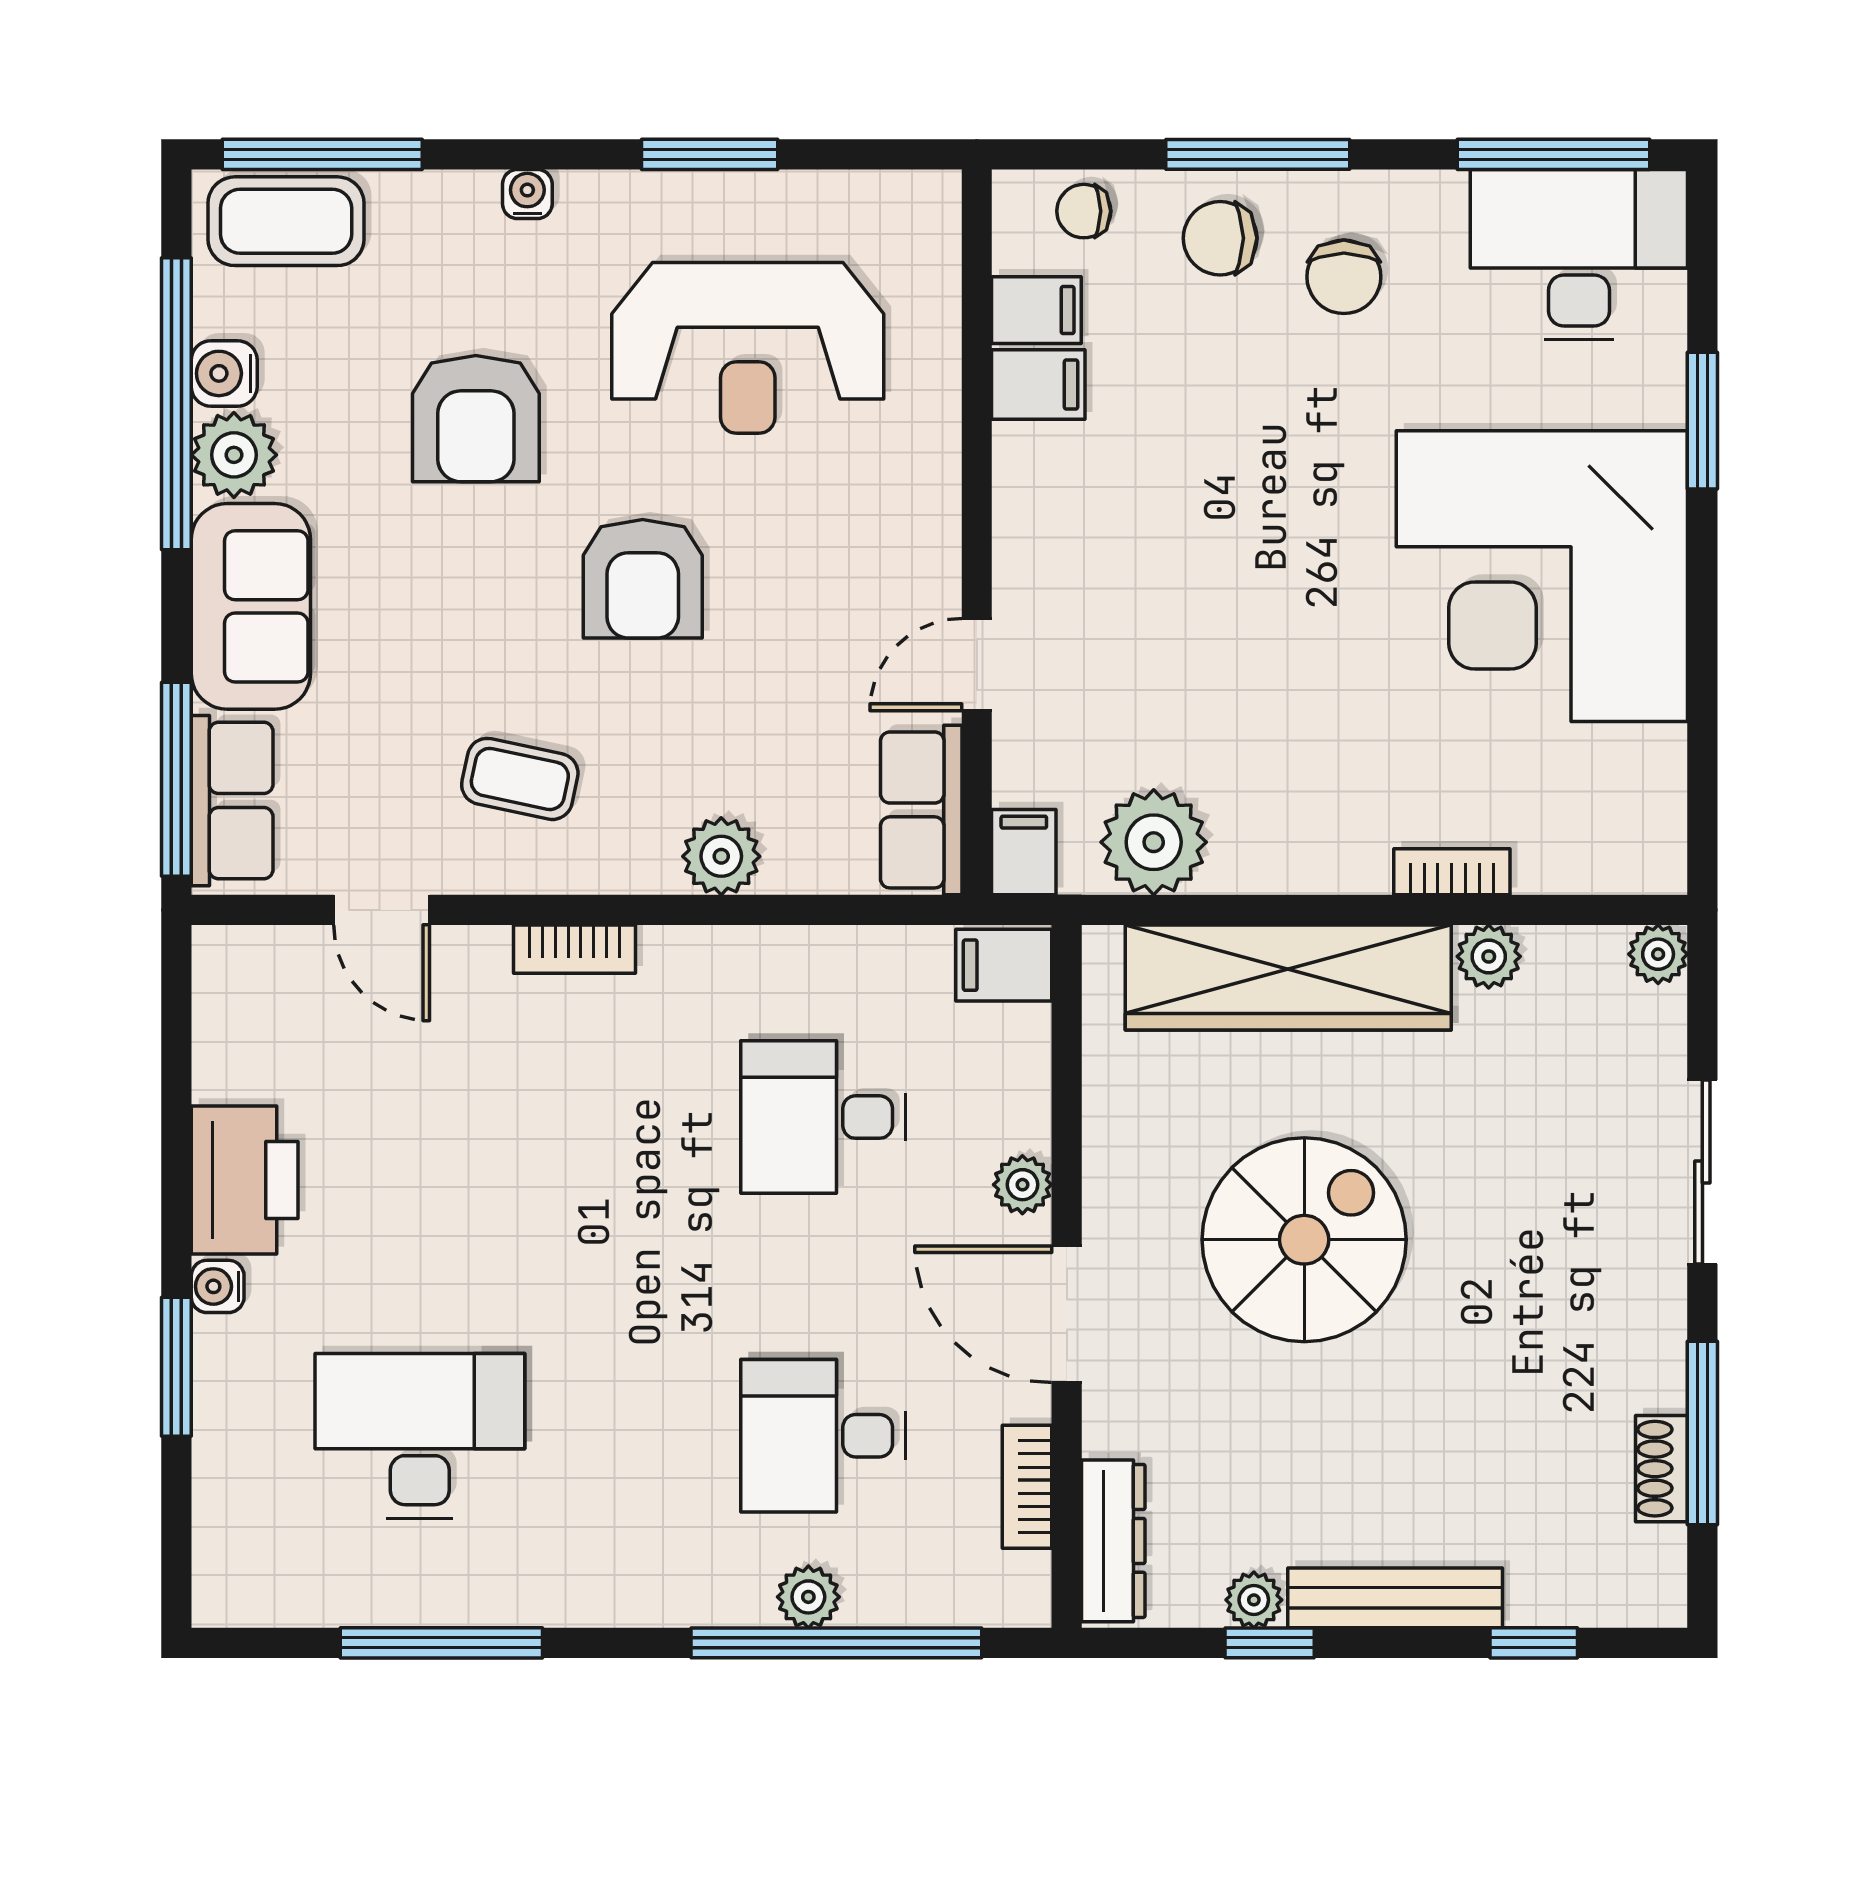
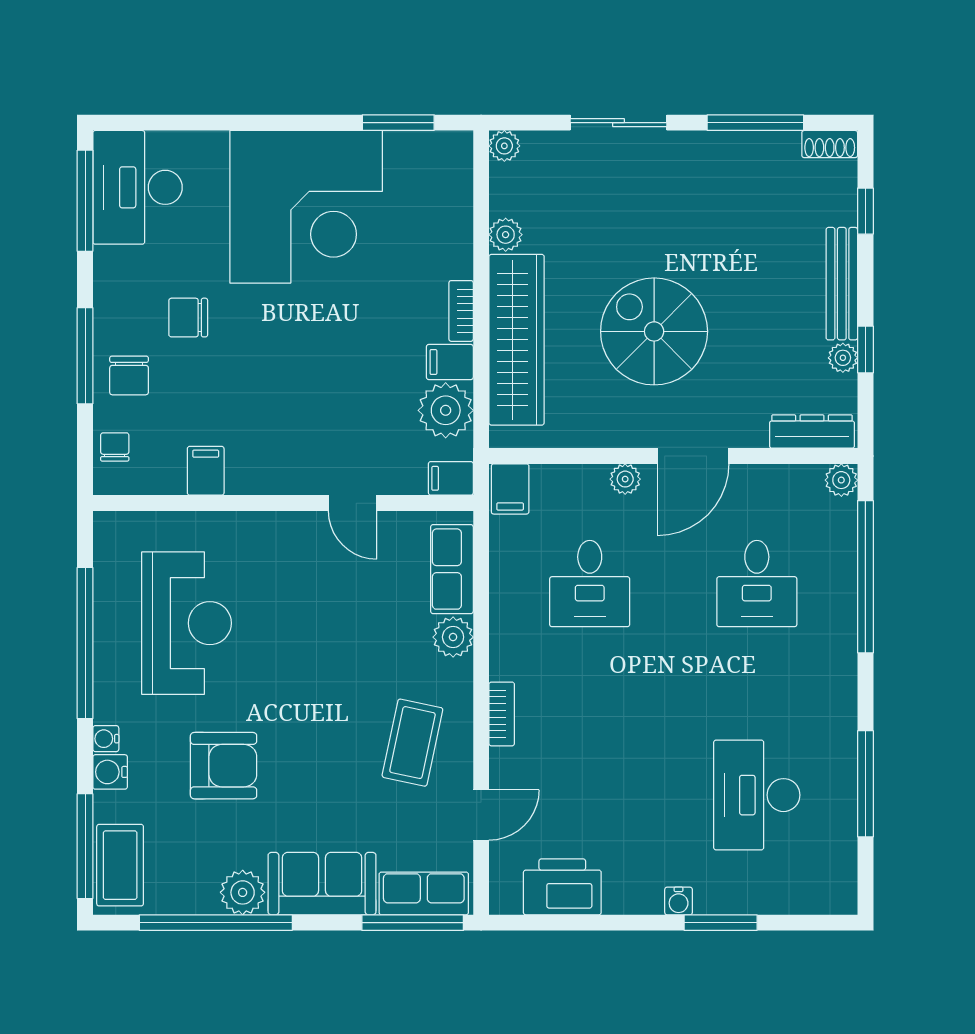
window: (710, 154) -> (85, 643), width x2.11
chair: (1084, 211) -> (115, 447), turned 180
chair: (1344, 277) -> (188, 318), moved, turned 180
filing cabinet: (1036, 310) -> (450, 362), moved, turned -90
water cooler: (224, 373) -> (110, 772), moved, turned 90
window: (1702, 421) -> (398, 123), moved
armchair: (643, 579) -> (308, 678), removed
coffee table: (520, 779) -> (412, 743), width x1.36, depth x1.30
row of seats: (921, 810) -> (452, 569), moved, turned 90
bookcase: (1452, 872) -> (461, 311), moved
printer: (245, 1180) -> (562, 887), moved
shoe rack: (1662, 1469) -> (830, 144), moved
bookcase: (1027, 1487) -> (784, 477), removed
plant: (808, 1597) -> (841, 480), moved

